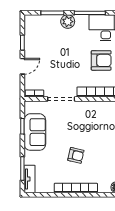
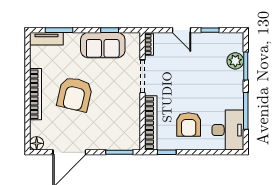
plant: (68, 22) -> (235, 61), moved
armchair: (76, 155) -> (75, 94), width x1.88, depth x1.88

